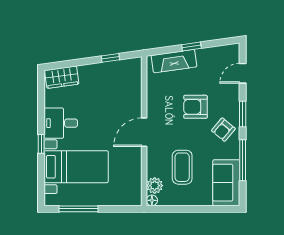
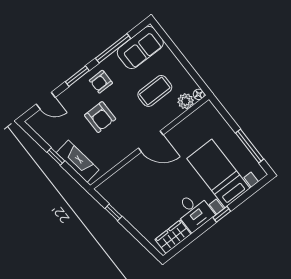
wardrobe: (62, 77) -> (173, 237), moved, turned -82
armchair: (223, 130) -> (101, 82), turned 140

